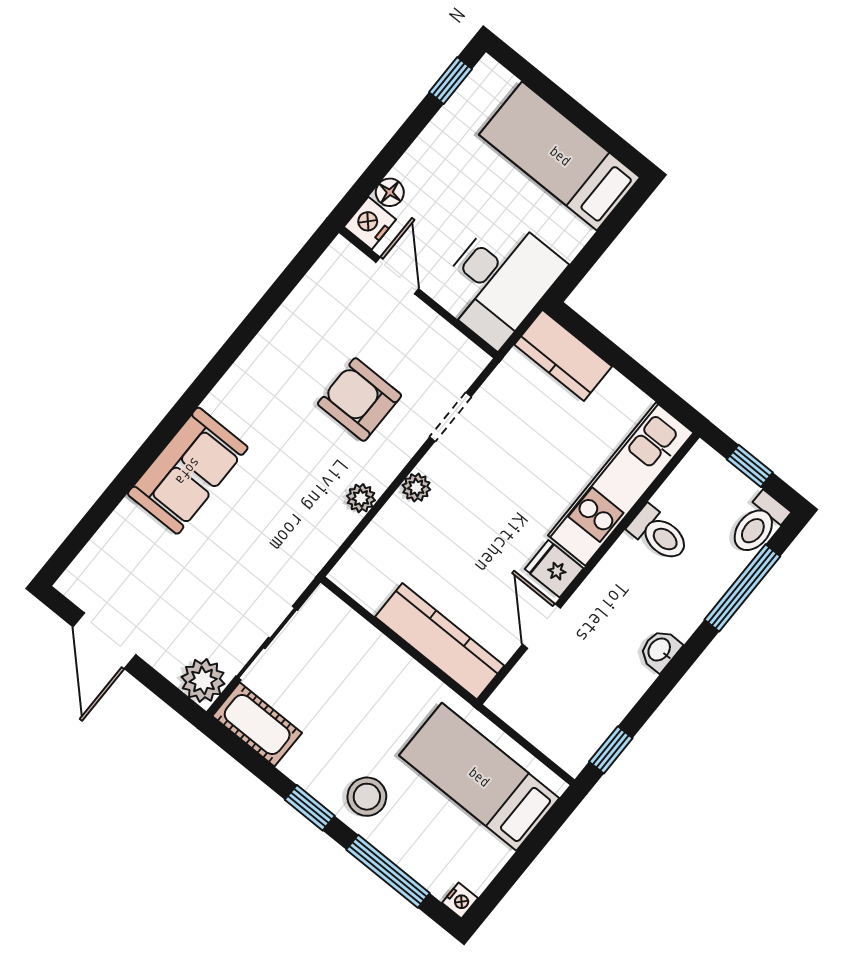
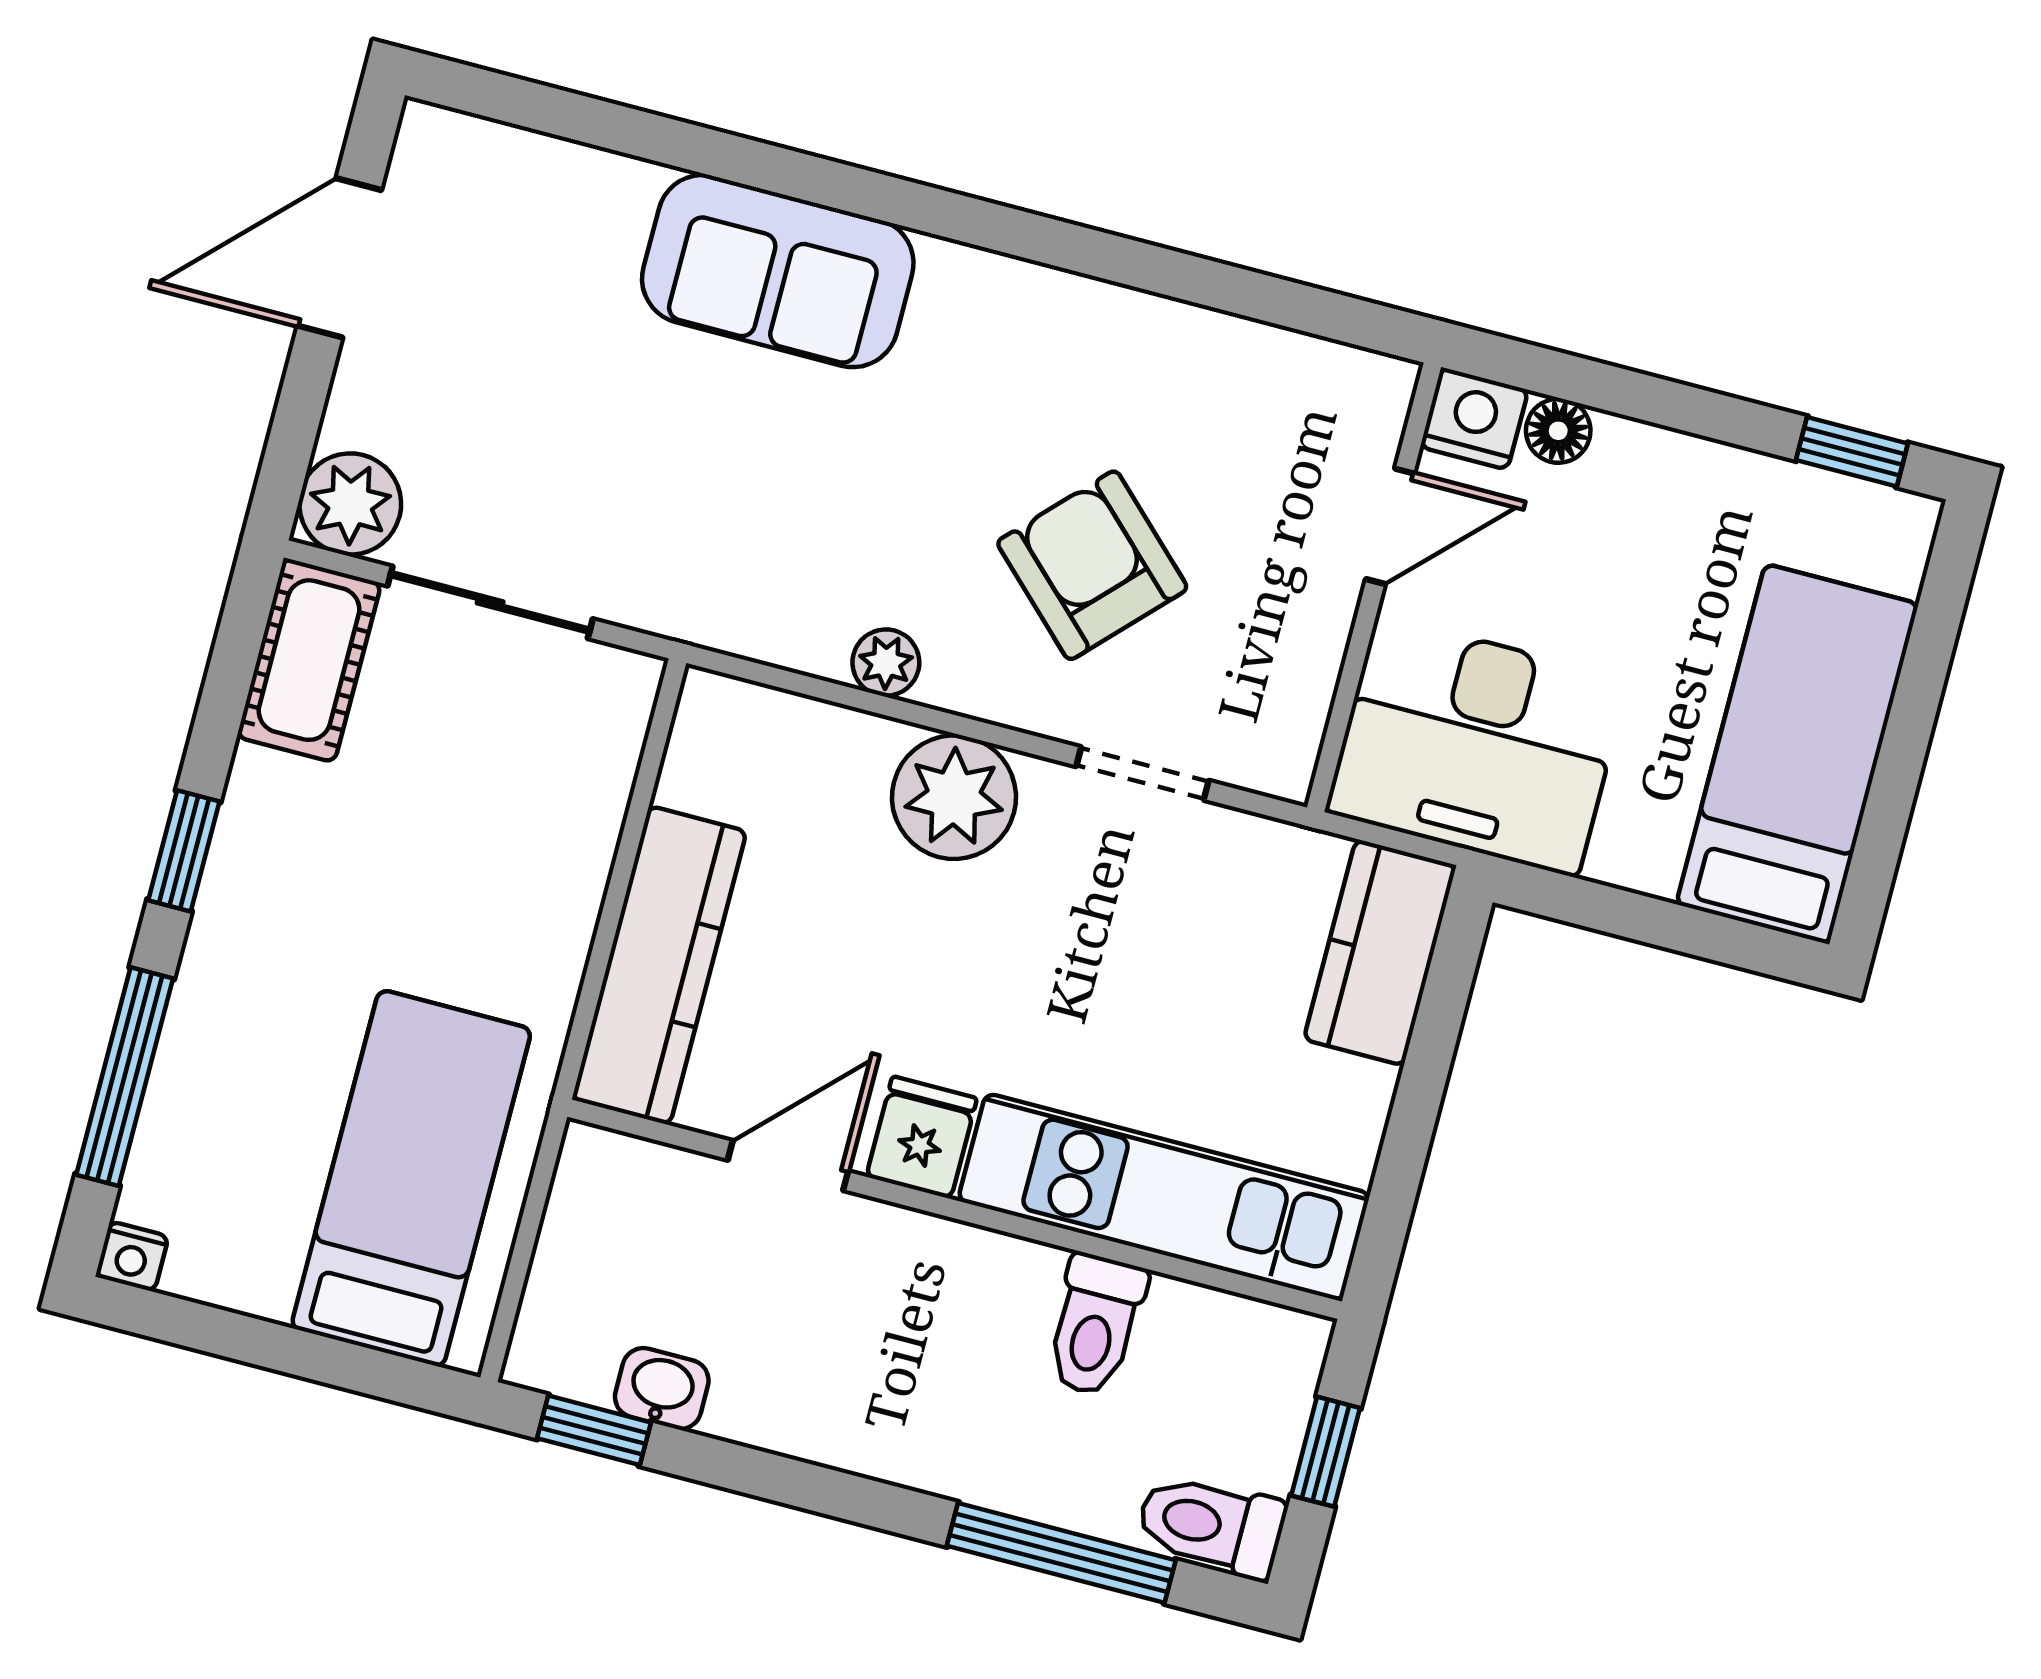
armchair: (360, 400) -> (1092, 565), turned -46
plant: (416, 487) -> (954, 797), width x1.88, depth x1.88
washbasin: (660, 650) -> (662, 1389), moved
stool: (367, 797) -> (262, 961), removed

